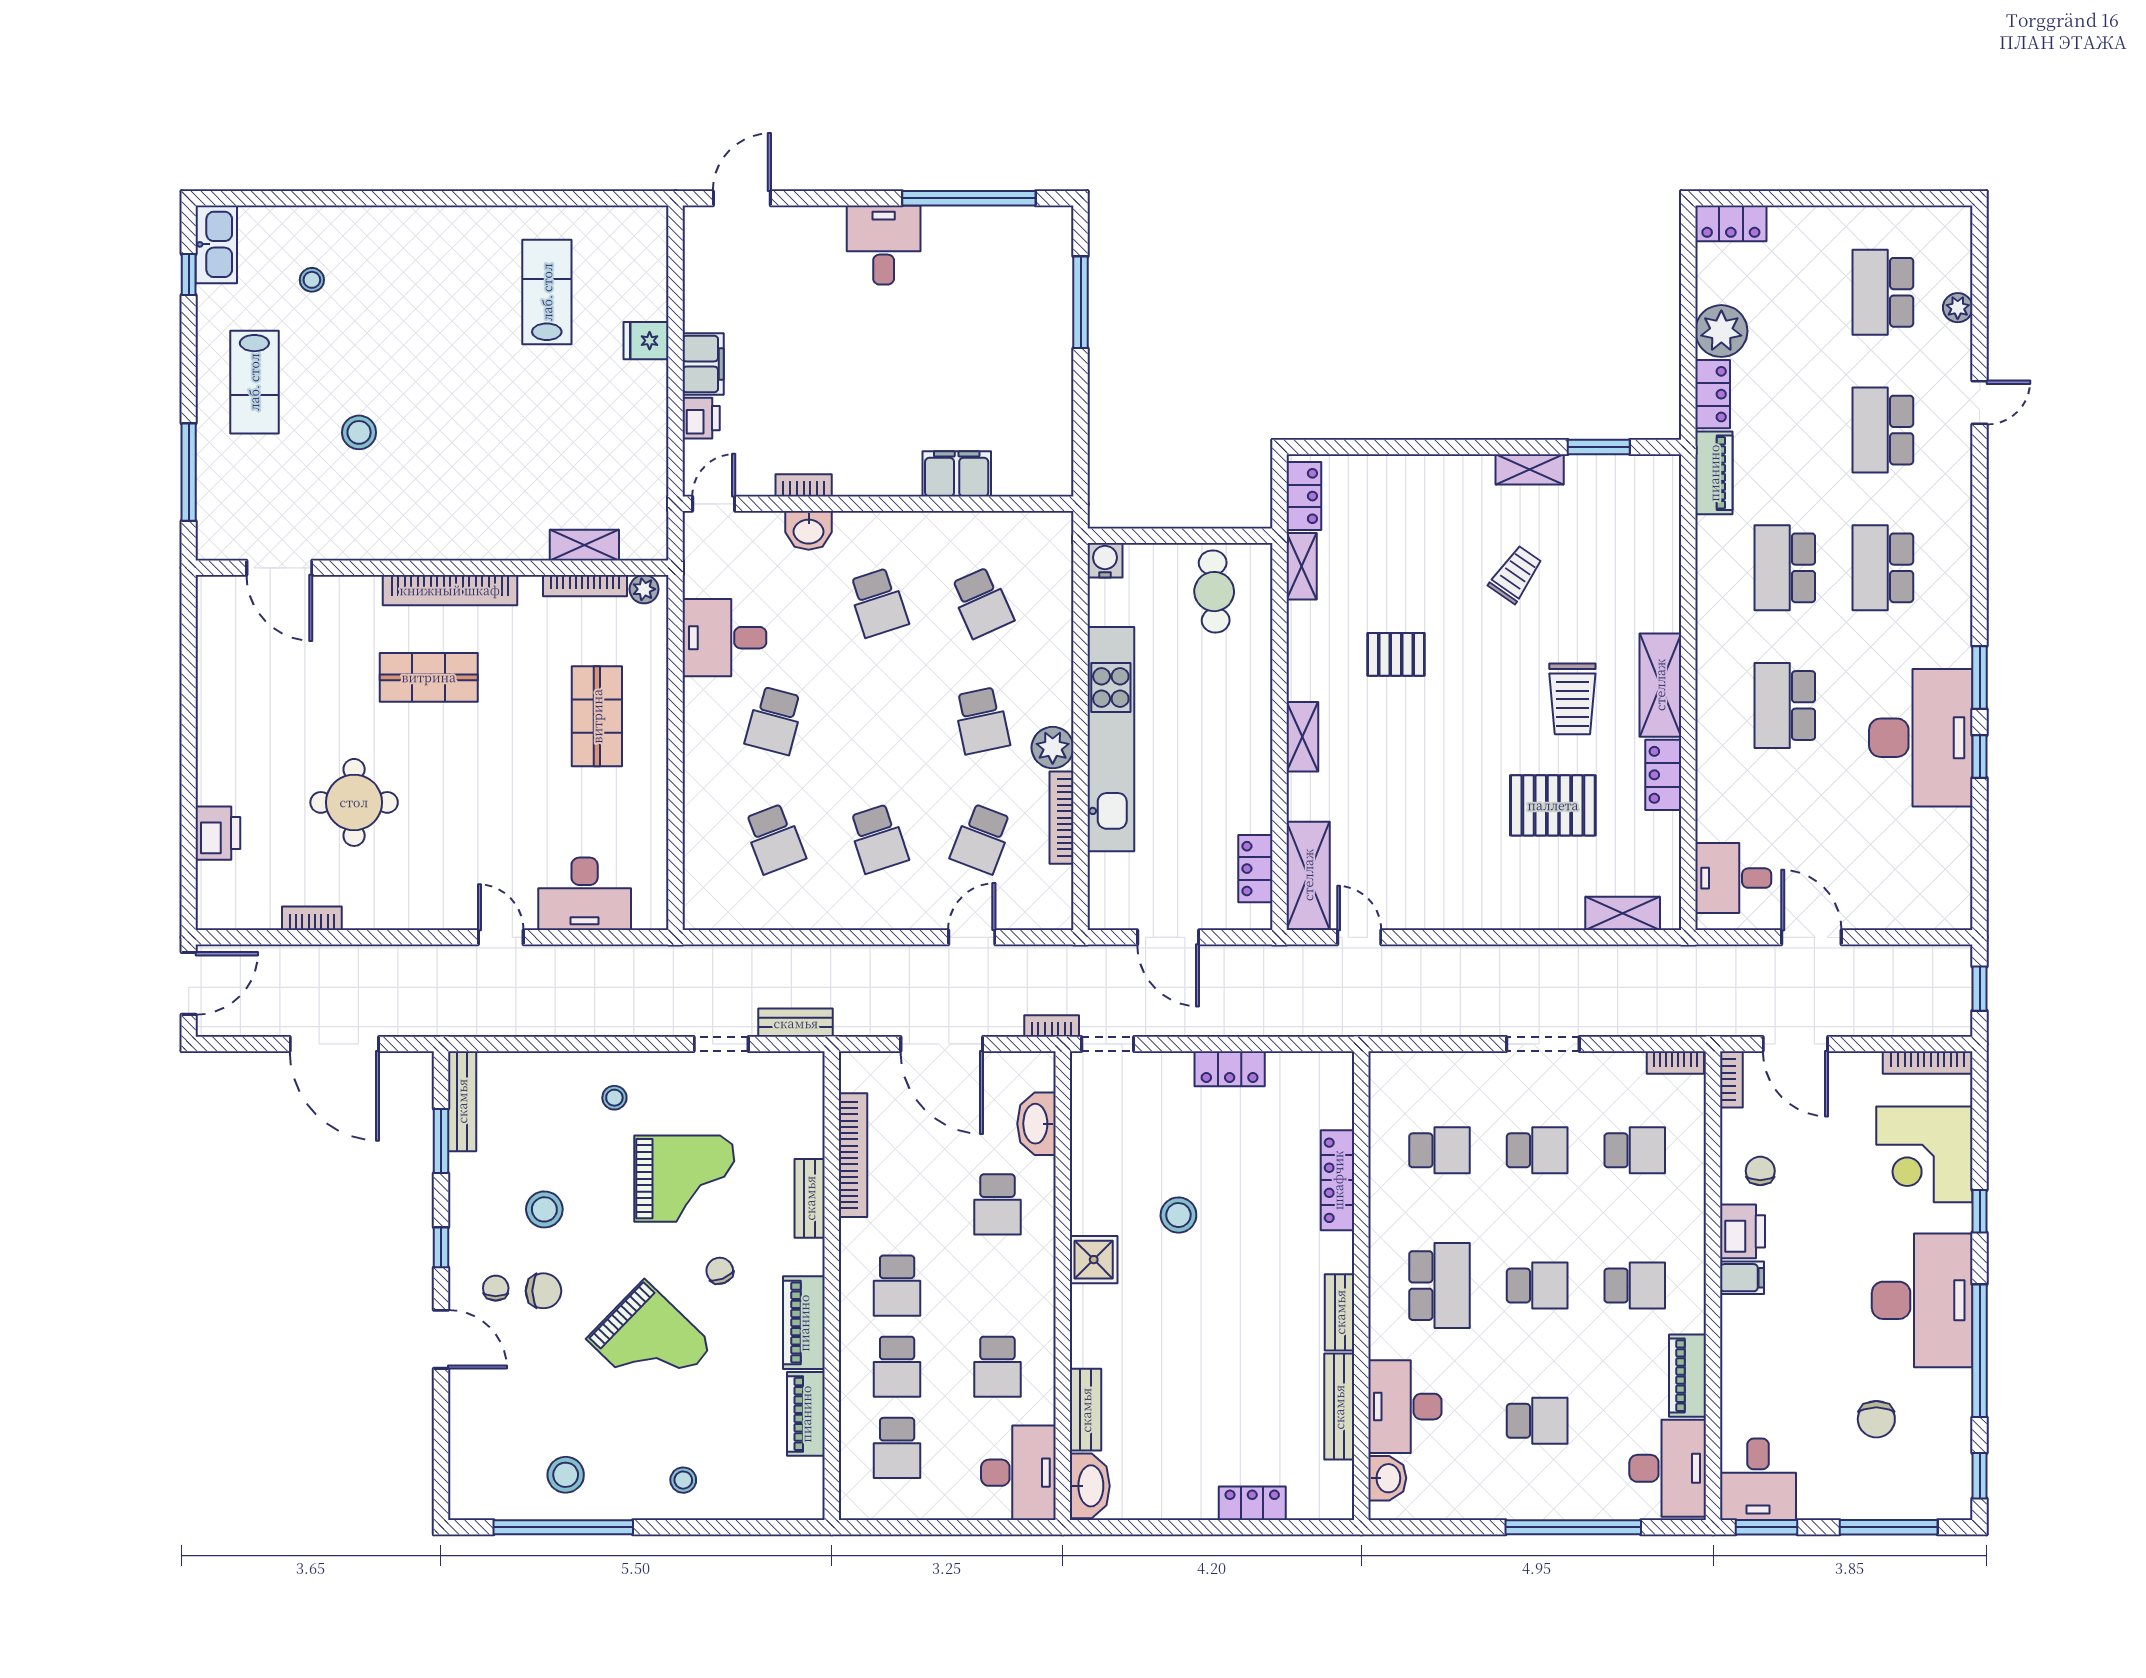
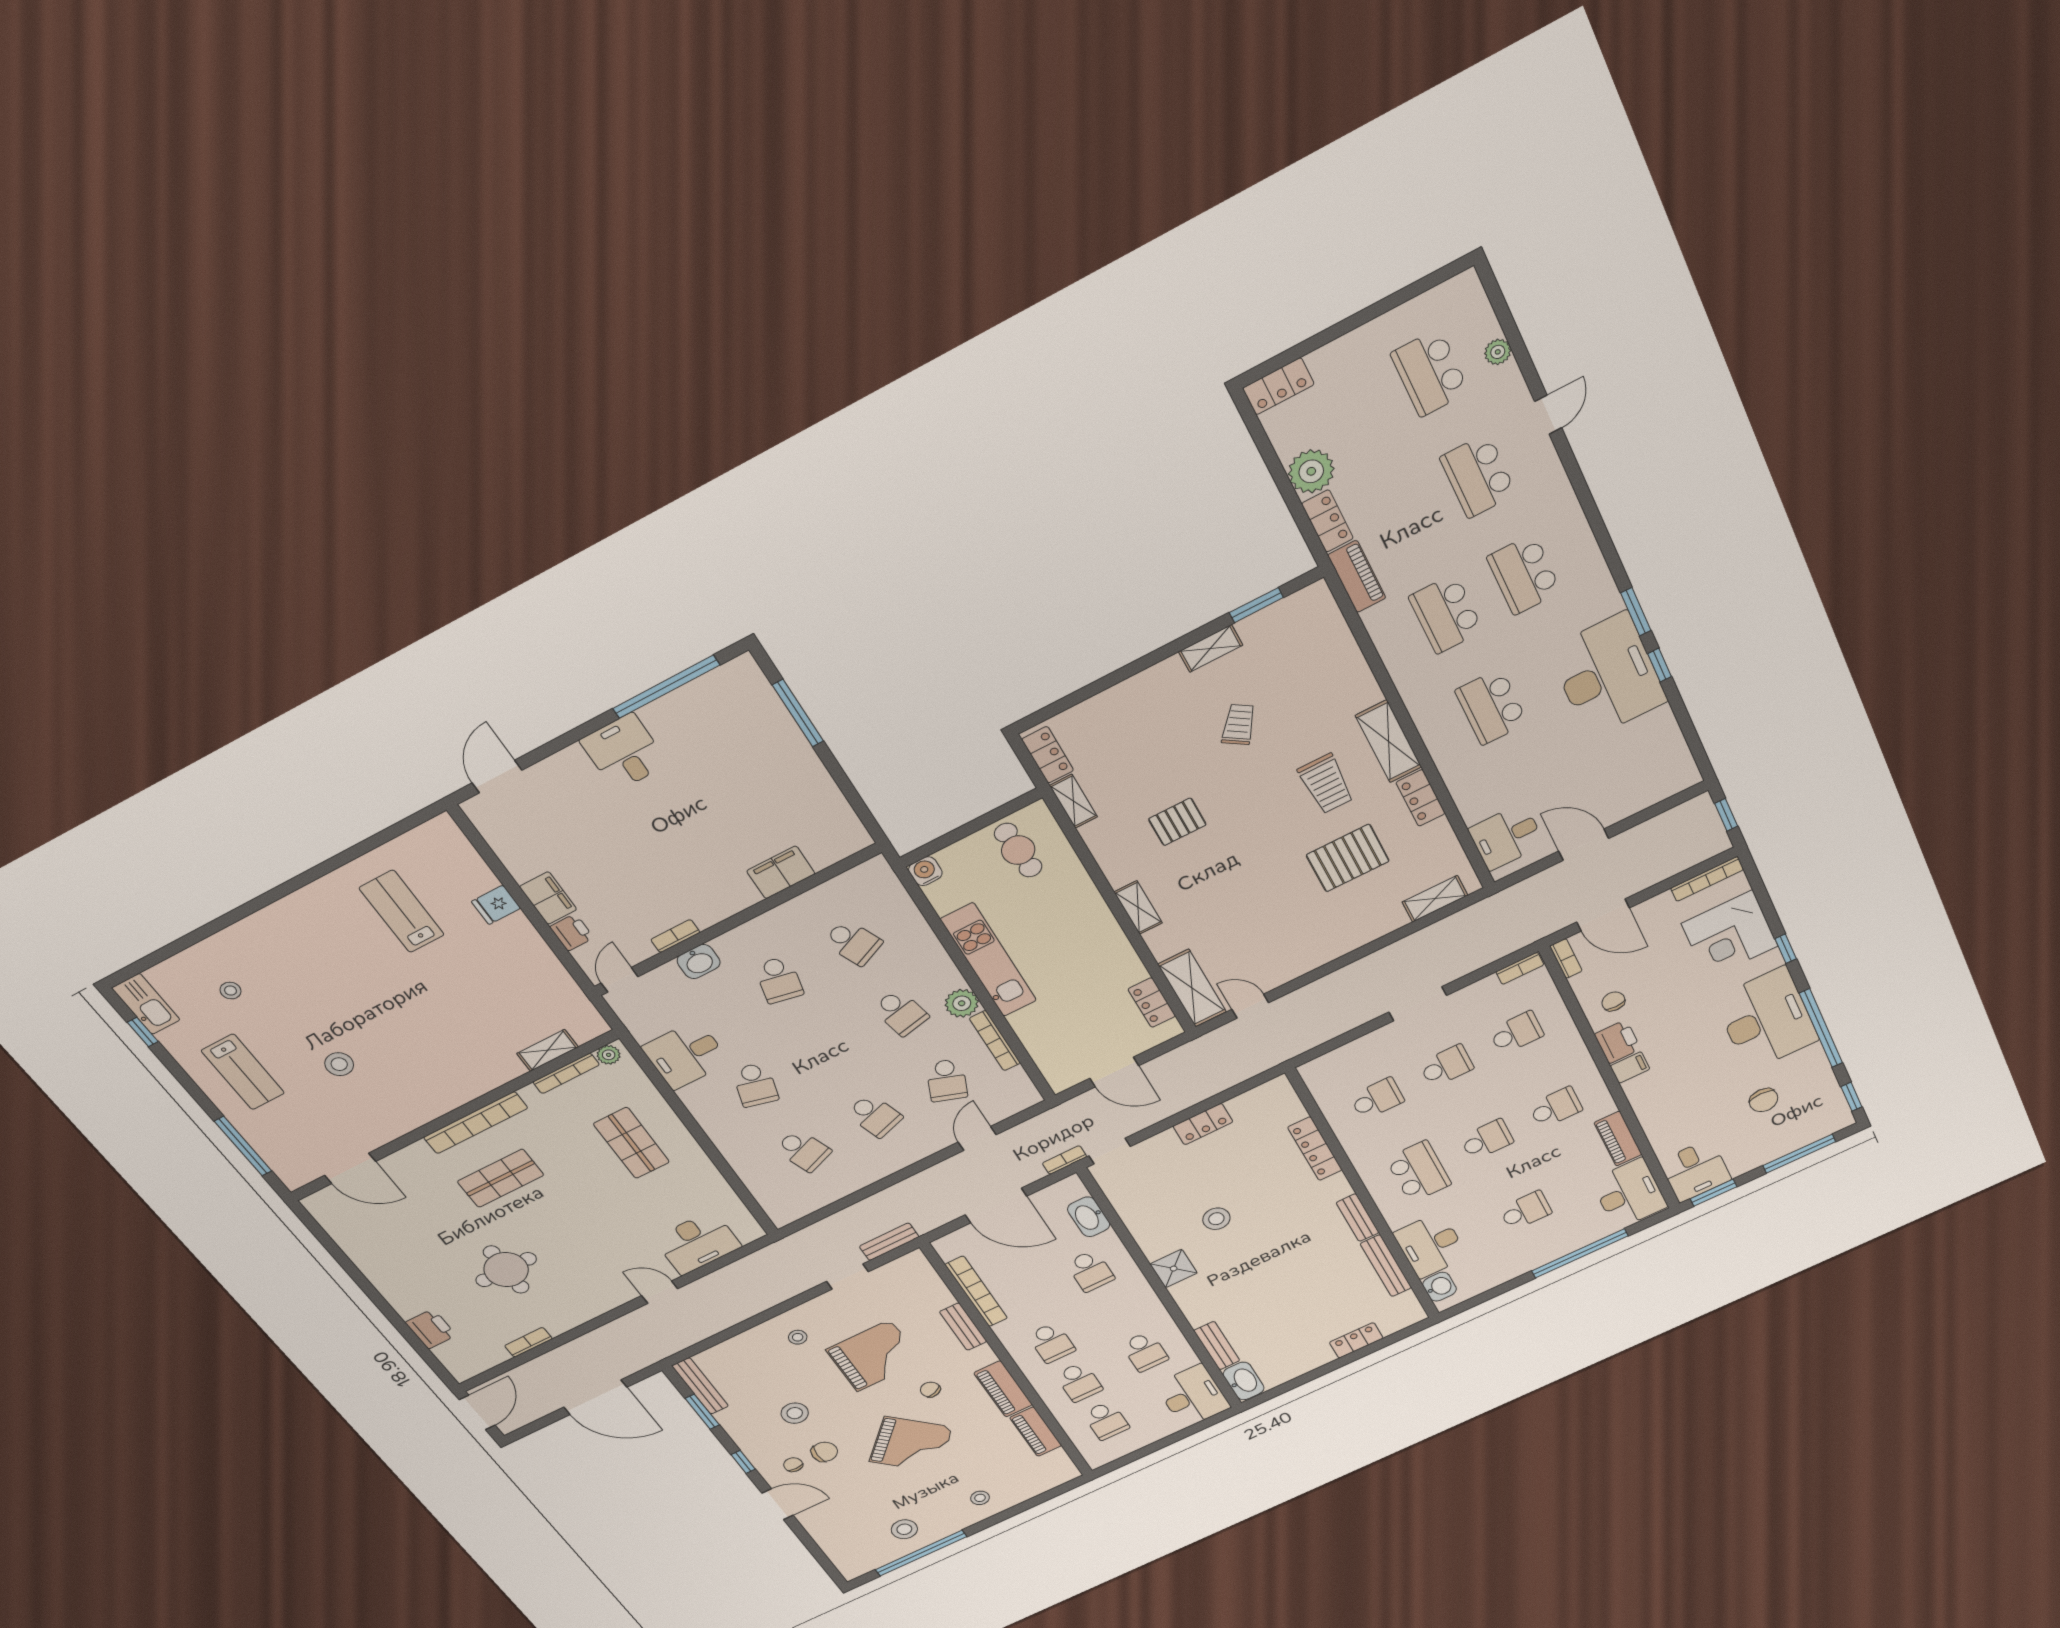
school desk: (878, 603) -> (779, 980), turned 30
kitchen unit: (1111, 739) -> (989, 960), width x0.73

